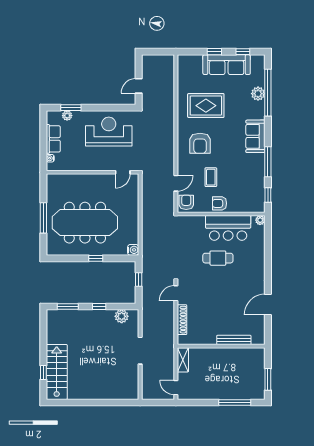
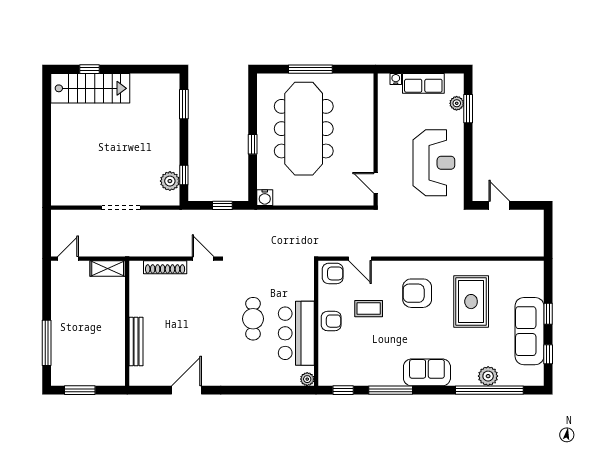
armchair: (220, 203) -> (331, 321), turned 90
door: (268, 305) -> (187, 390), hinge flipped
window: (99, 307) -> (184, 175), moved

